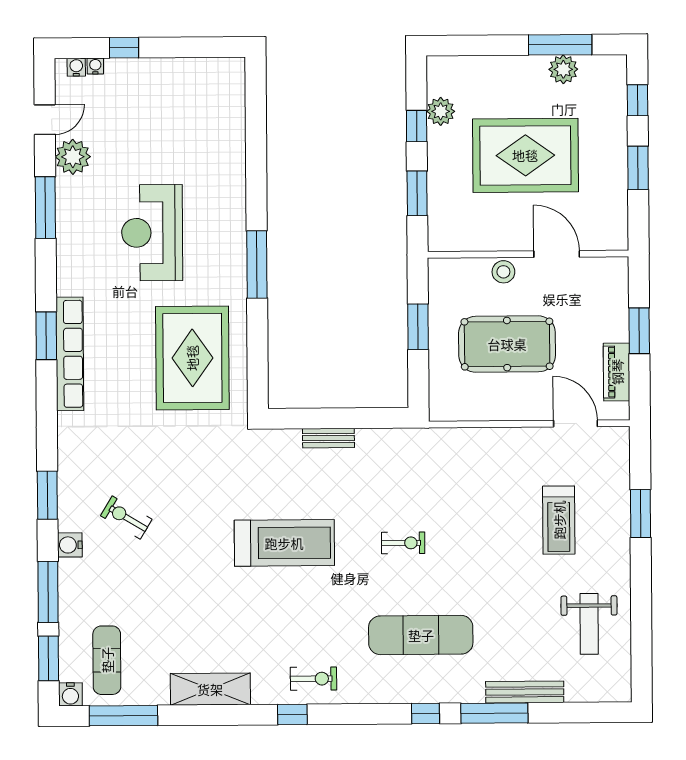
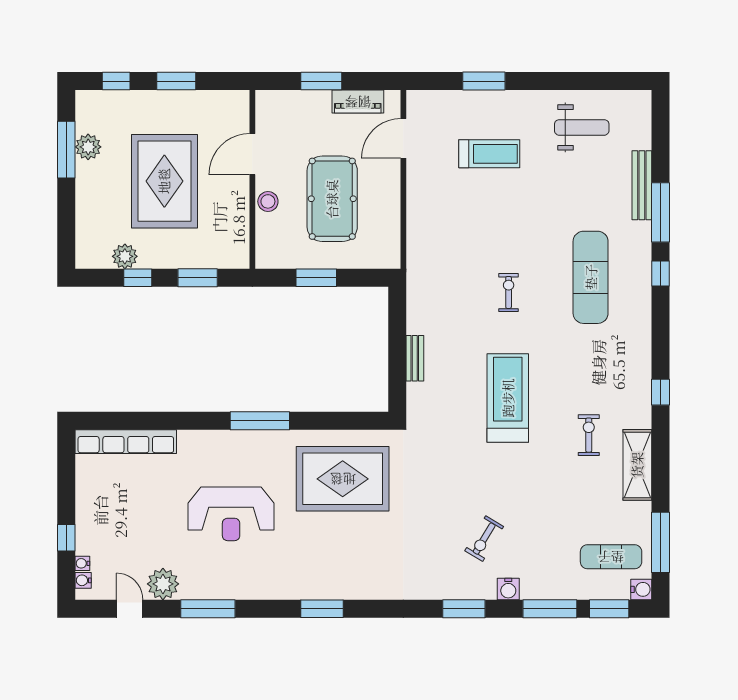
row of seats: (70, 354) -> (126, 442), moved, turned 180
exercise bike: (314, 679) -> (589, 435), moved

